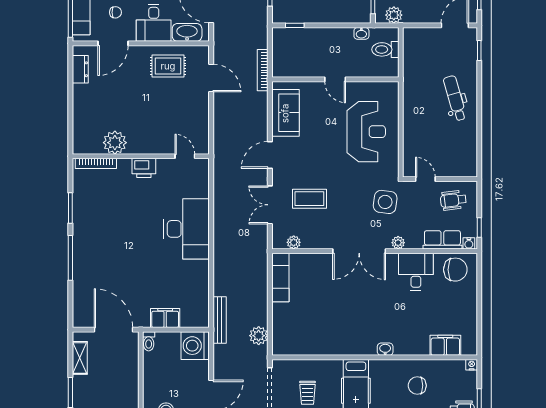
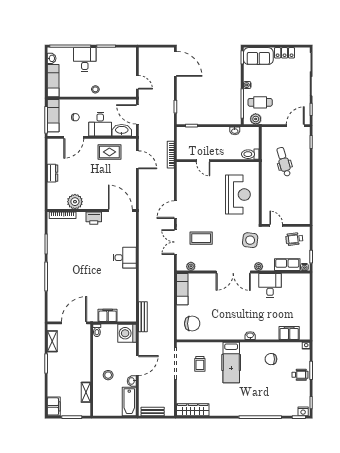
toilet: (385, 49) -> (250, 154), moved
dresser: (80, 69) -> (52, 173), moved
door: (335, 79) -> (203, 161), moved
dental chair: (455, 98) -> (284, 162), moved
sofa: (285, 113) -> (186, 182), removed
door: (185, 156) -> (120, 211), width x1.88
desk: (186, 229) -> (125, 258), width x0.53, depth x0.77
chair: (455, 270) -> (192, 324), moved
door: (114, 330) -> (74, 323), hinge flipped
plant: (259, 336) -> (168, 327), removed

